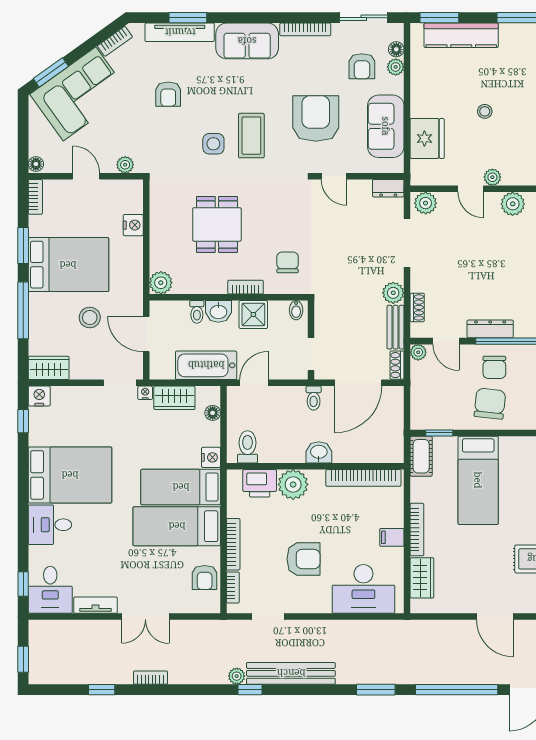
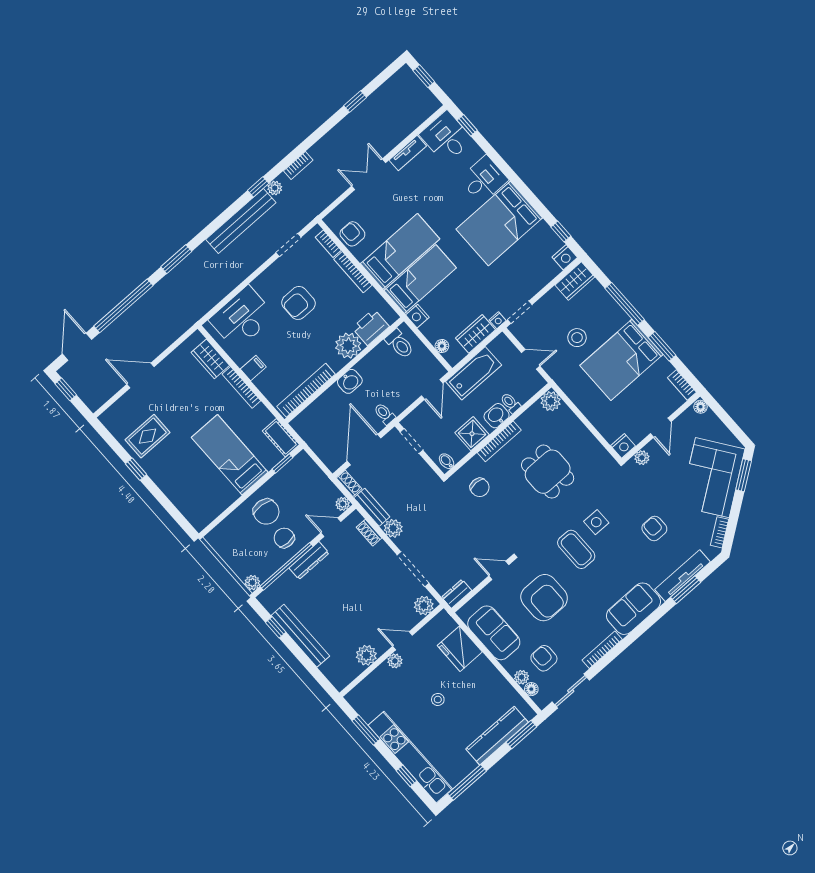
door: (86, 176) -> (661, 428), hinge flipped
nightstand: (133, 225) -> (623, 446), moved, turned -90
bookcase: (246, 287) -> (499, 441), width x1.56
door: (146, 334) -> (531, 359), width x0.73
bookcase: (150, 678) -> (298, 166), moved

